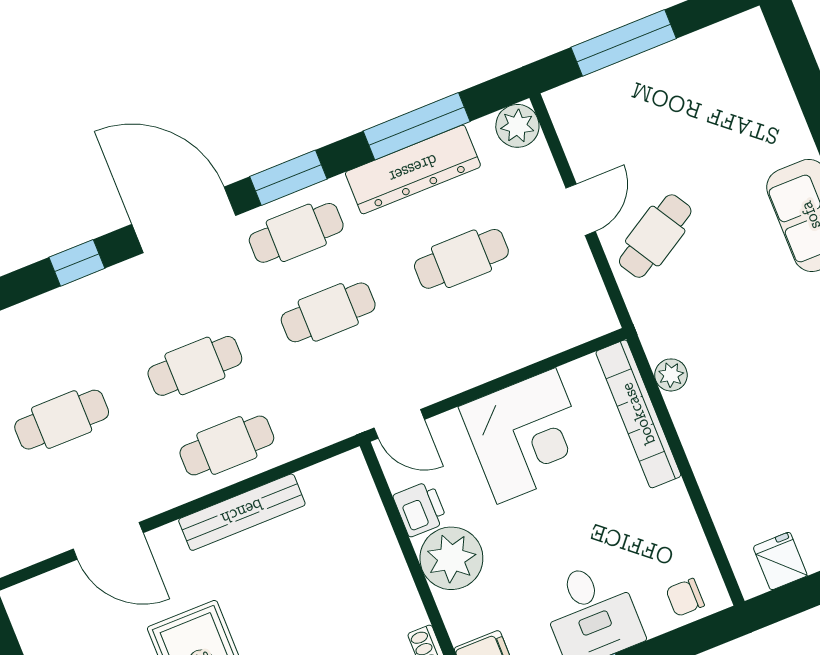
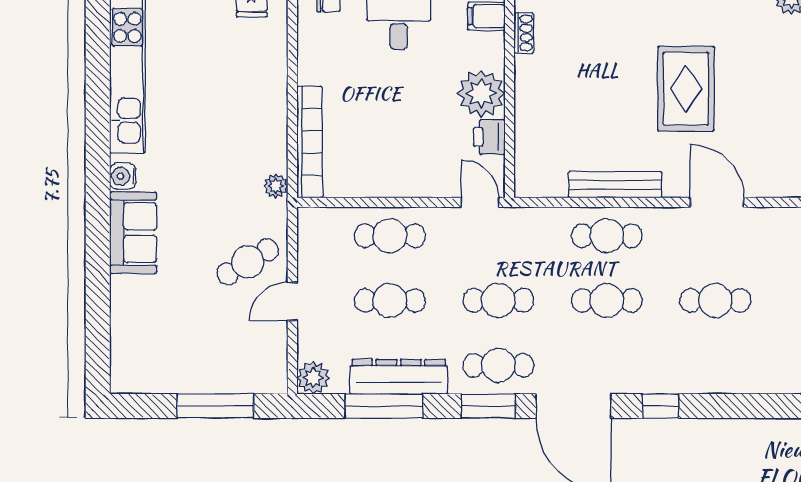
cafe table: (493, 338) -> (390, 236), added
plant: (671, 375) -> (276, 186), moved
corner desk: (526, 436) -> (394, 158), removed

